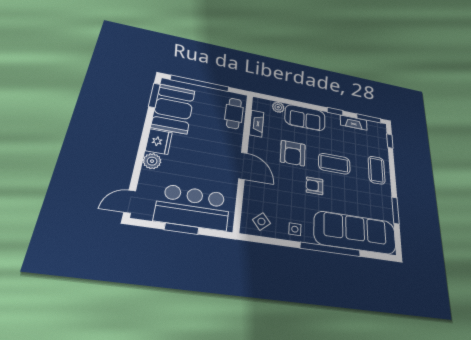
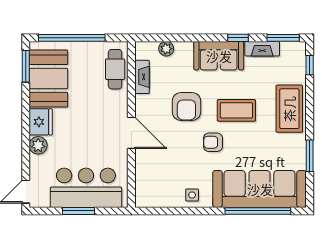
sofa: (305, 118) -> (219, 56), moved
coffee table: (377, 170) -> (289, 109), width x1.36, depth x1.32
side table: (261, 222) -> (156, 192), removed
window: (330, 249) -> (258, 211), moved

